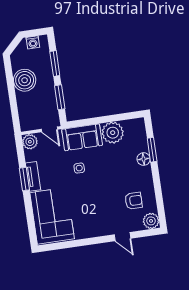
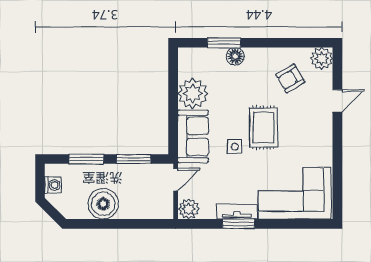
rug: (96, 187) -> (264, 128), added
armchair: (134, 201) -> (290, 78), turned -121

